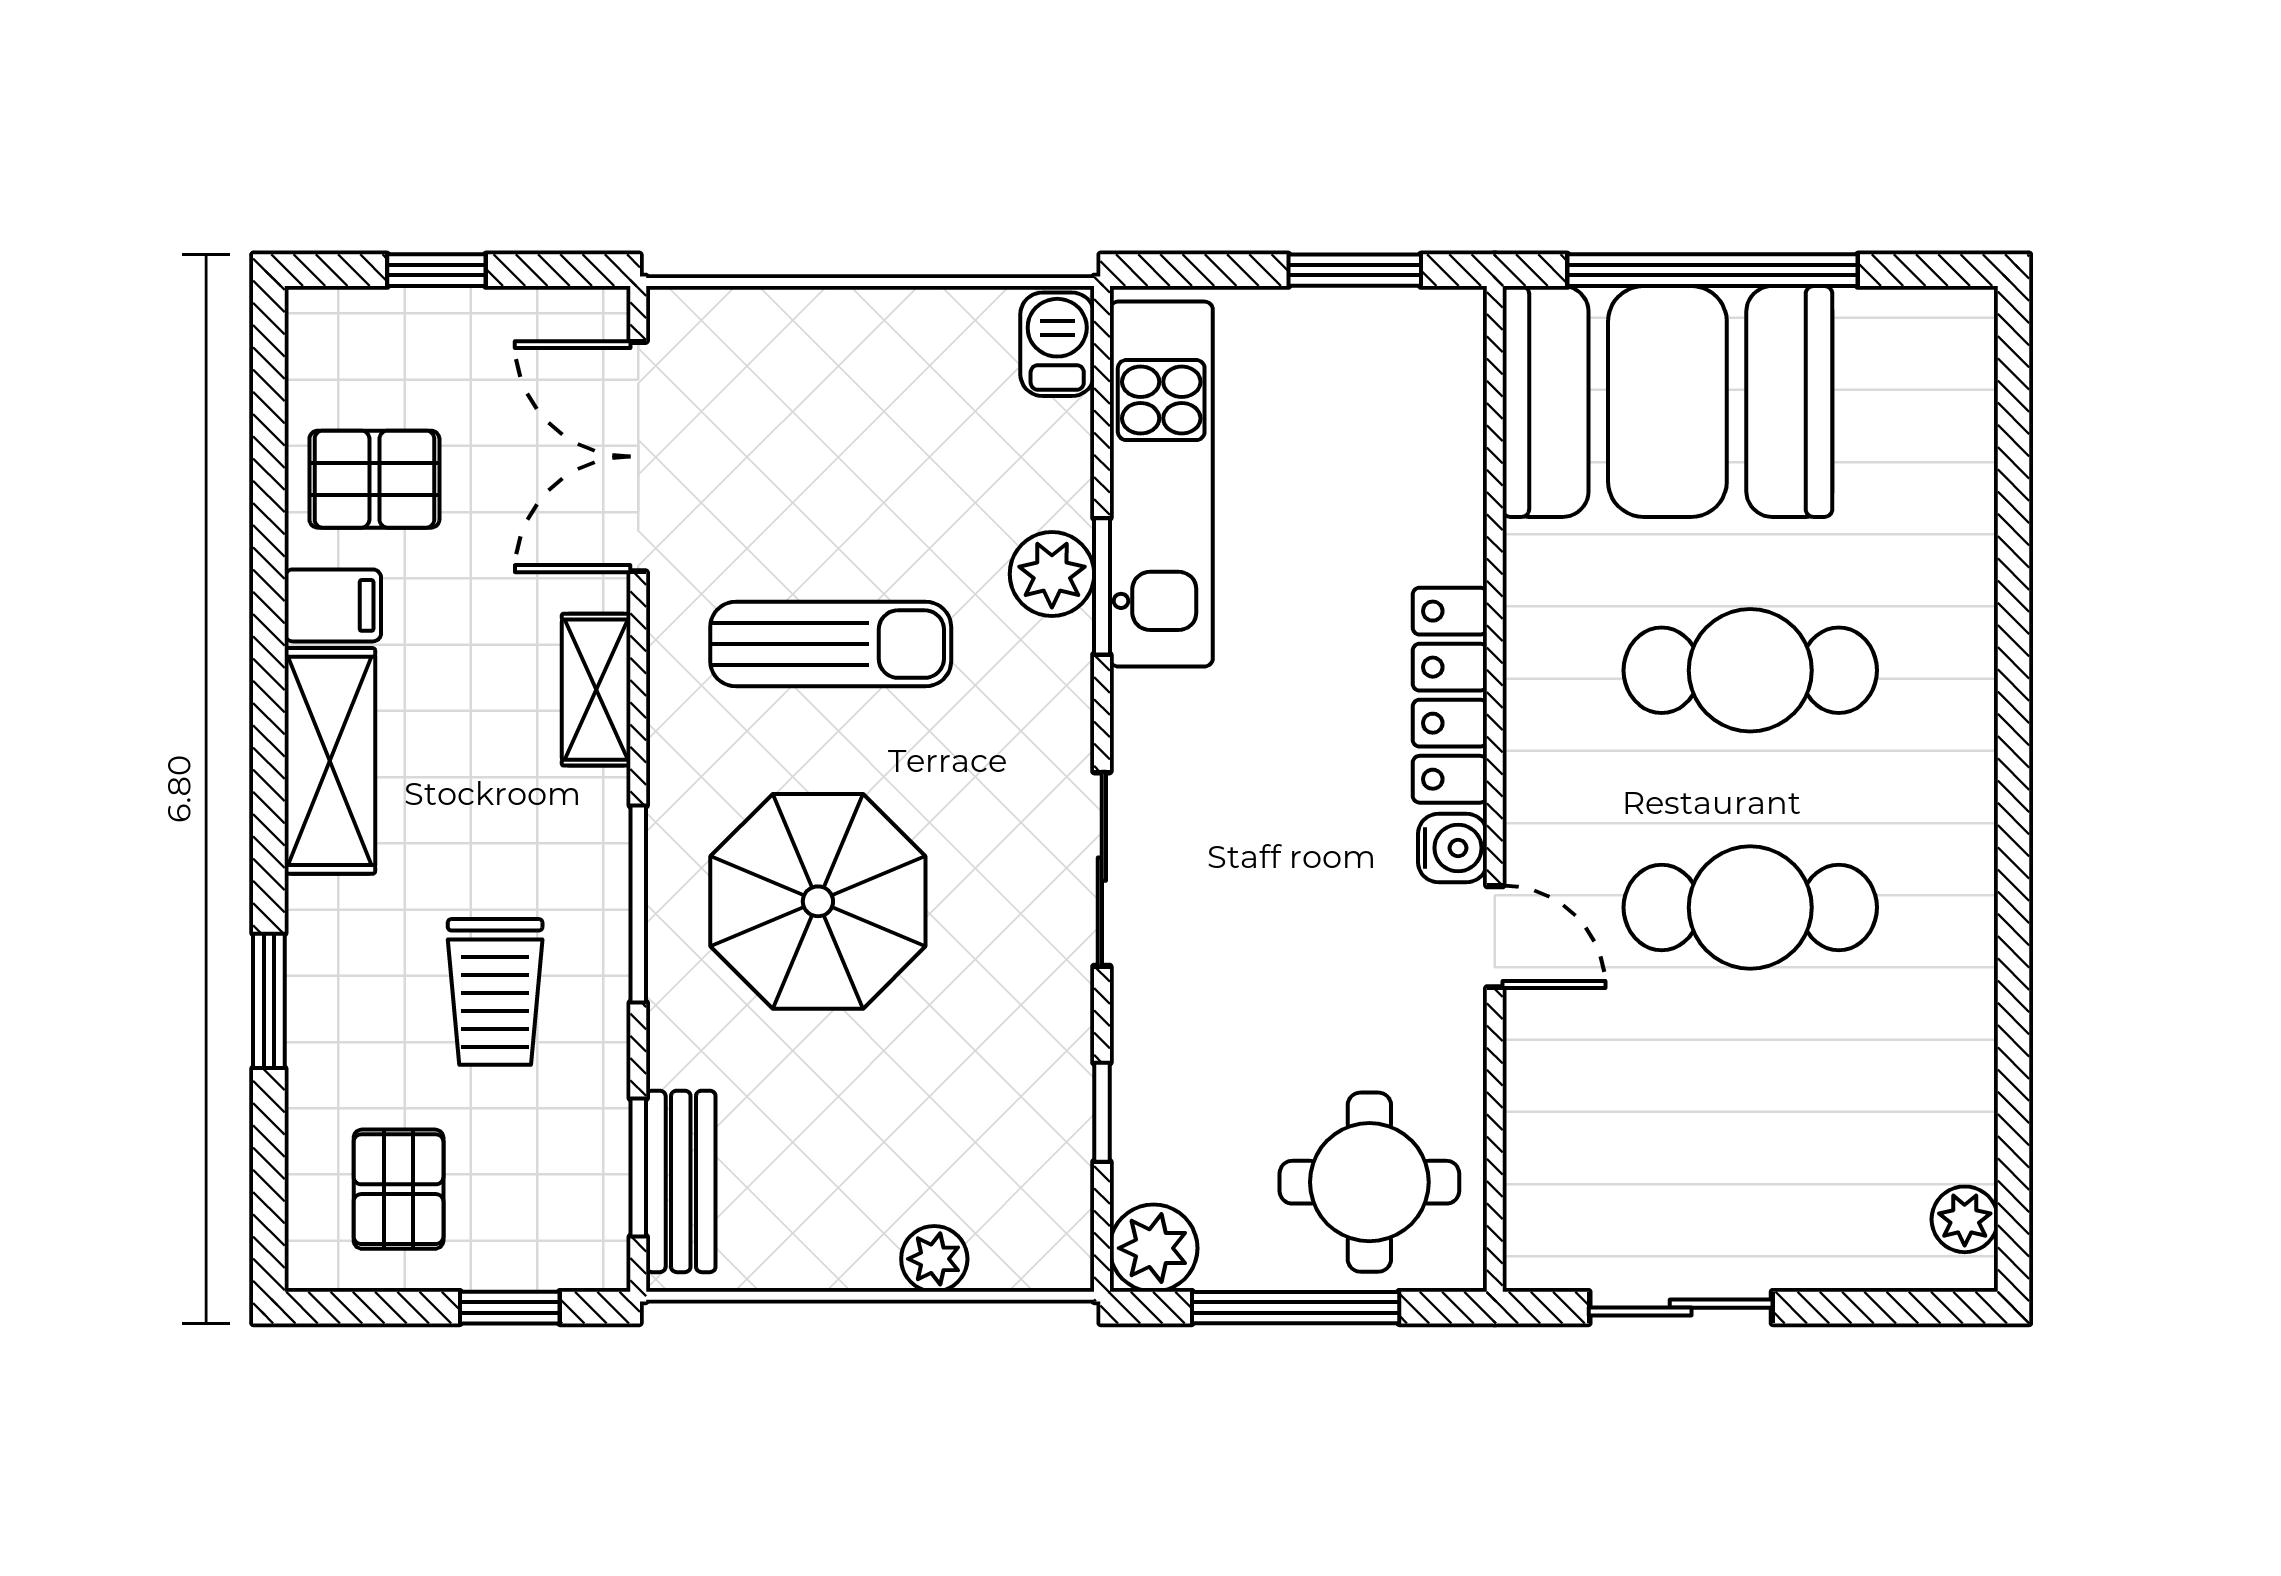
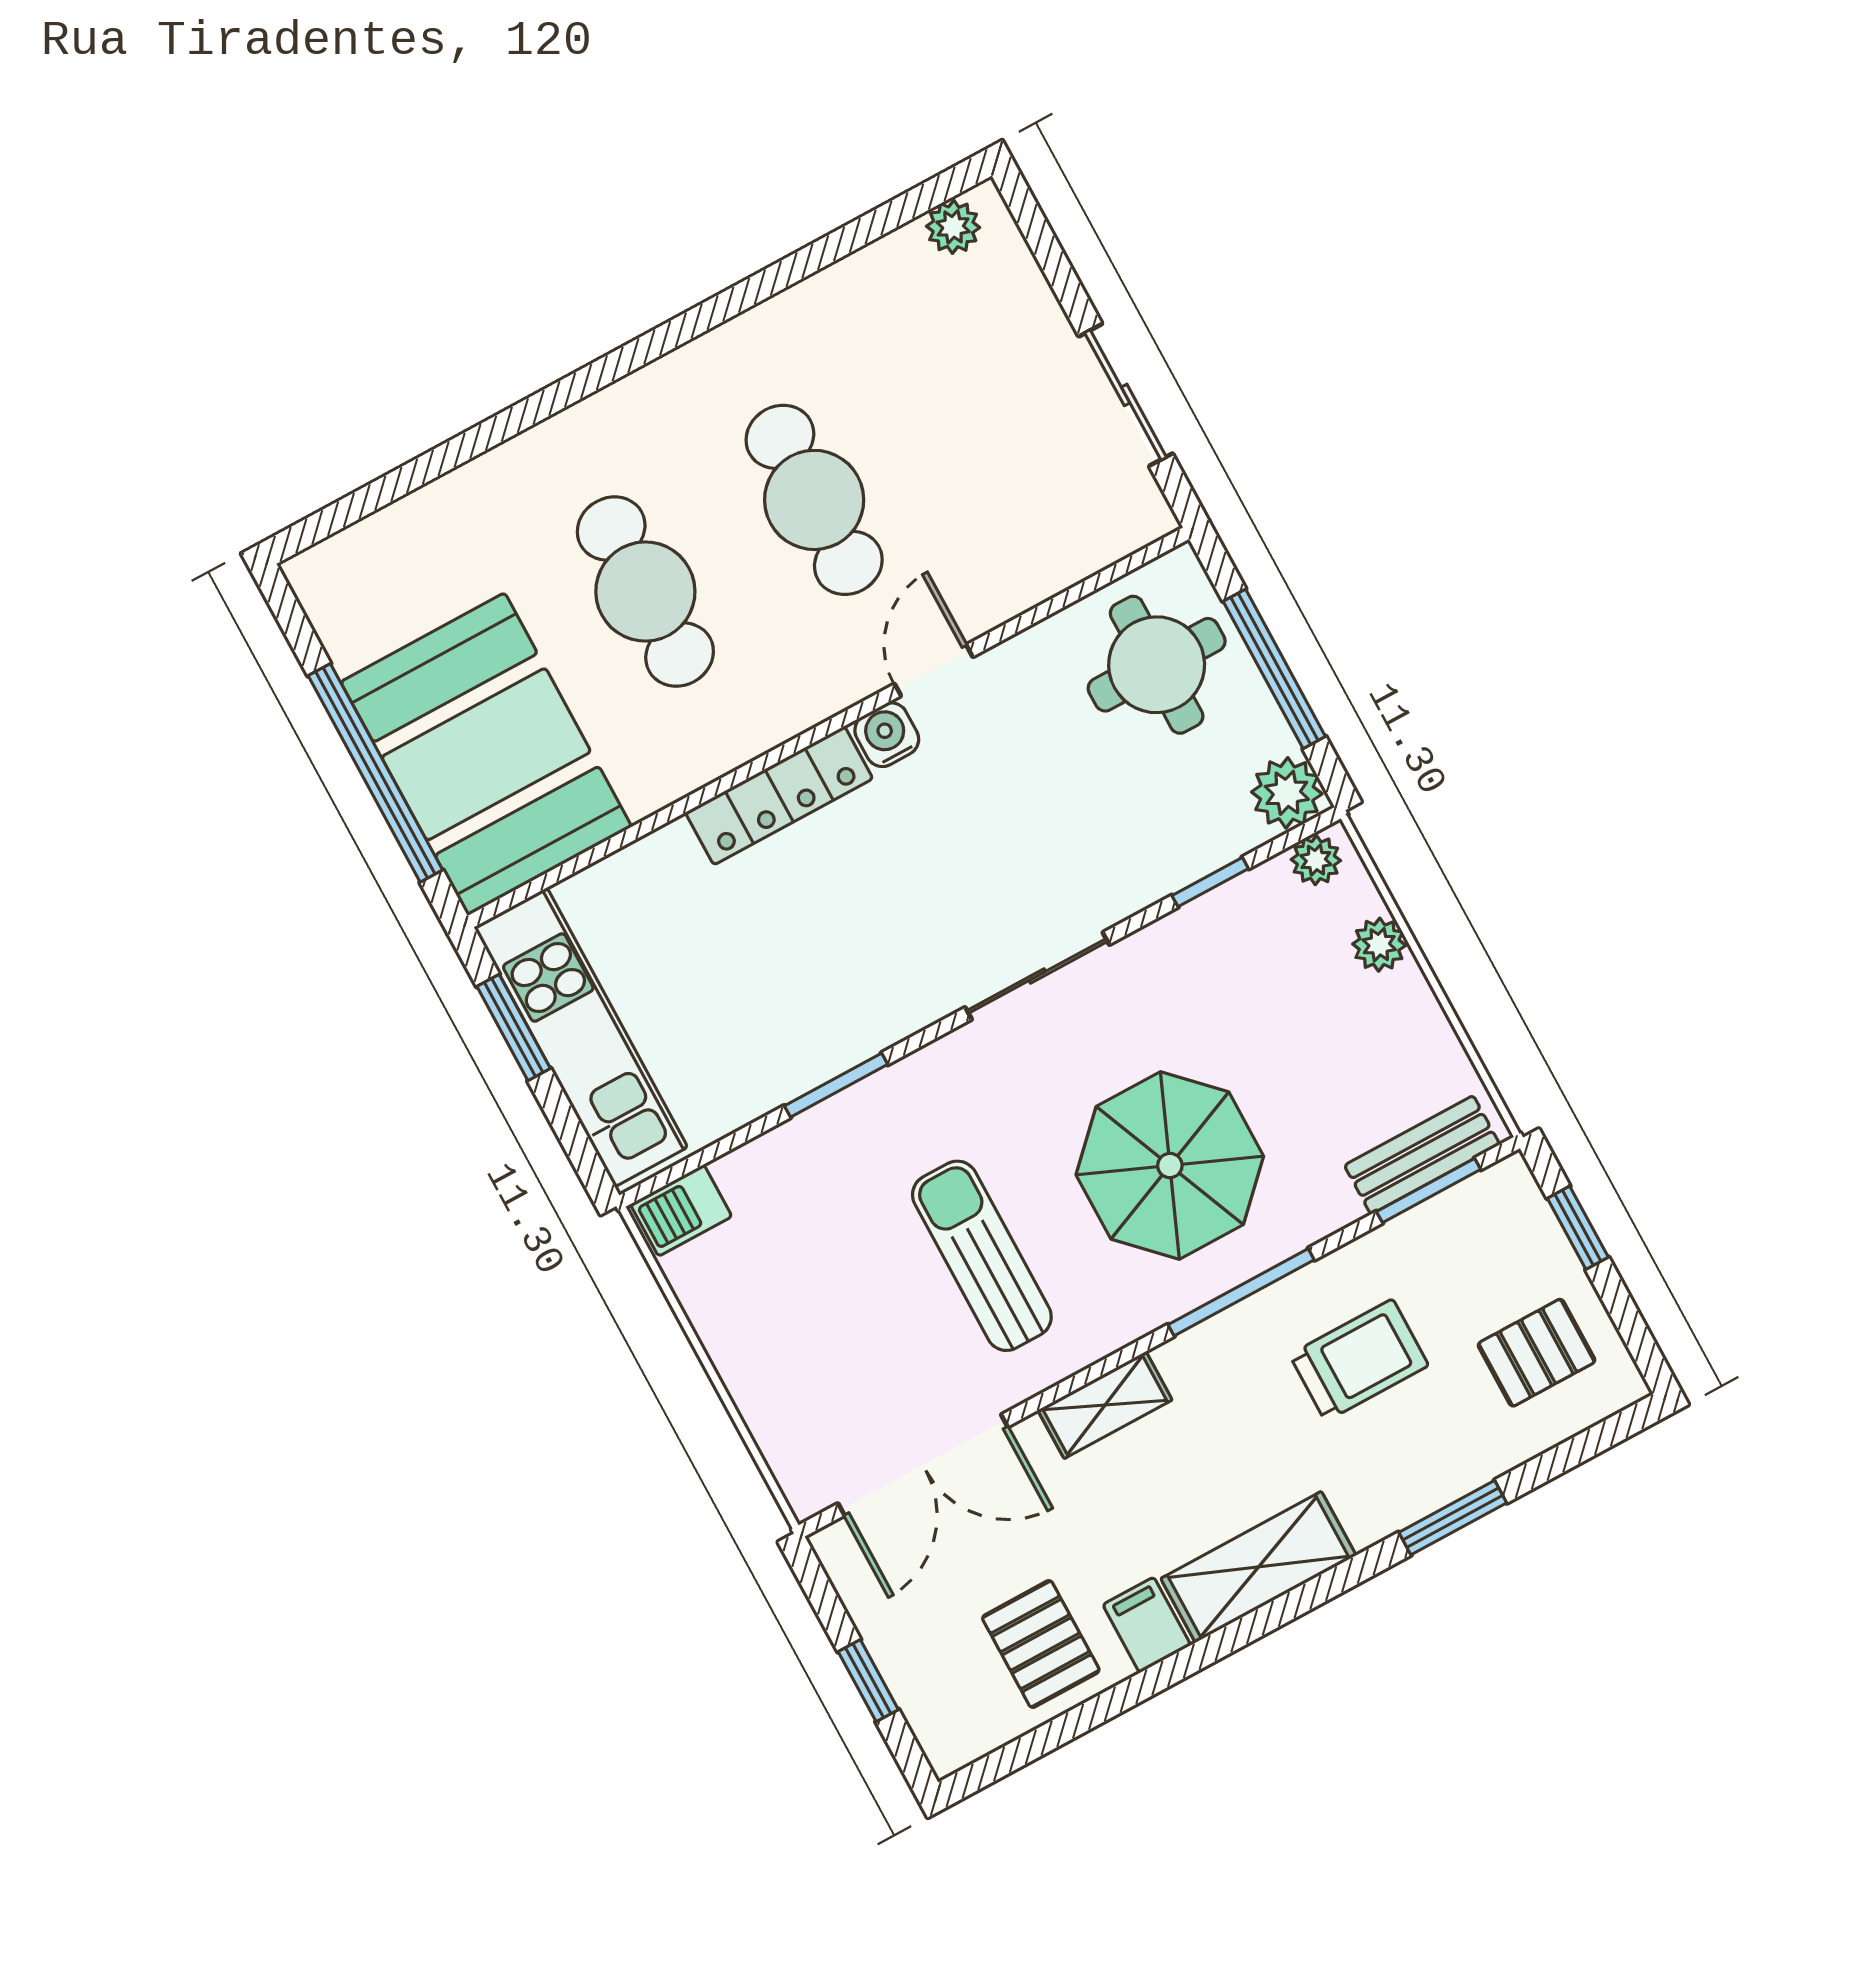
kitchen unit: (1161, 484) -> (581, 1037), moved, turned 90
plant: (1052, 574) -> (1316, 860), moved, width x0.73, depth x0.73

